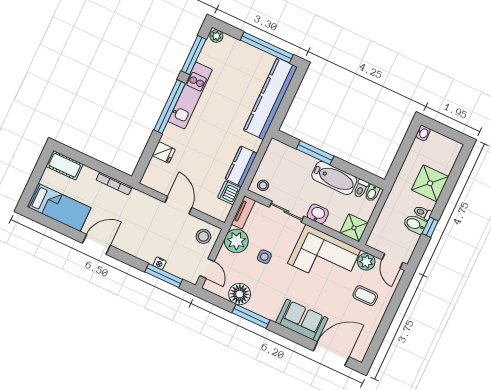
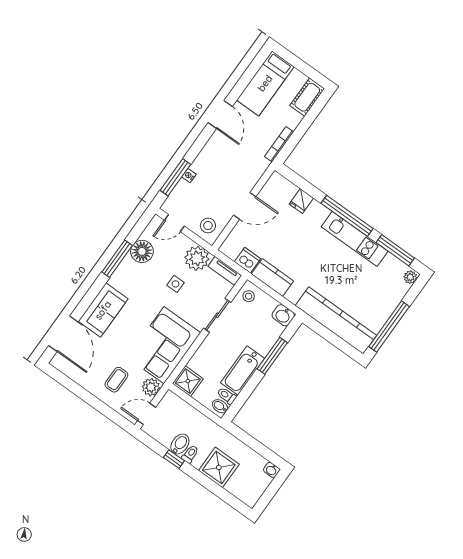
washbasin: (318, 214) -> (283, 315), moved, turned 90

